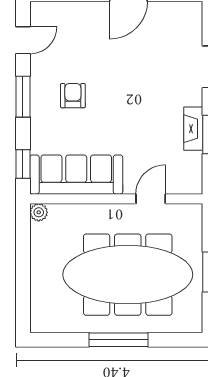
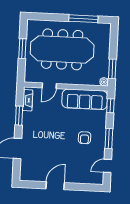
fireplace: (193, 129) -> (28, 100), moved
window: (23, 240) -> (112, 69), added
window: (119, 340) -> (83, 19), moved

